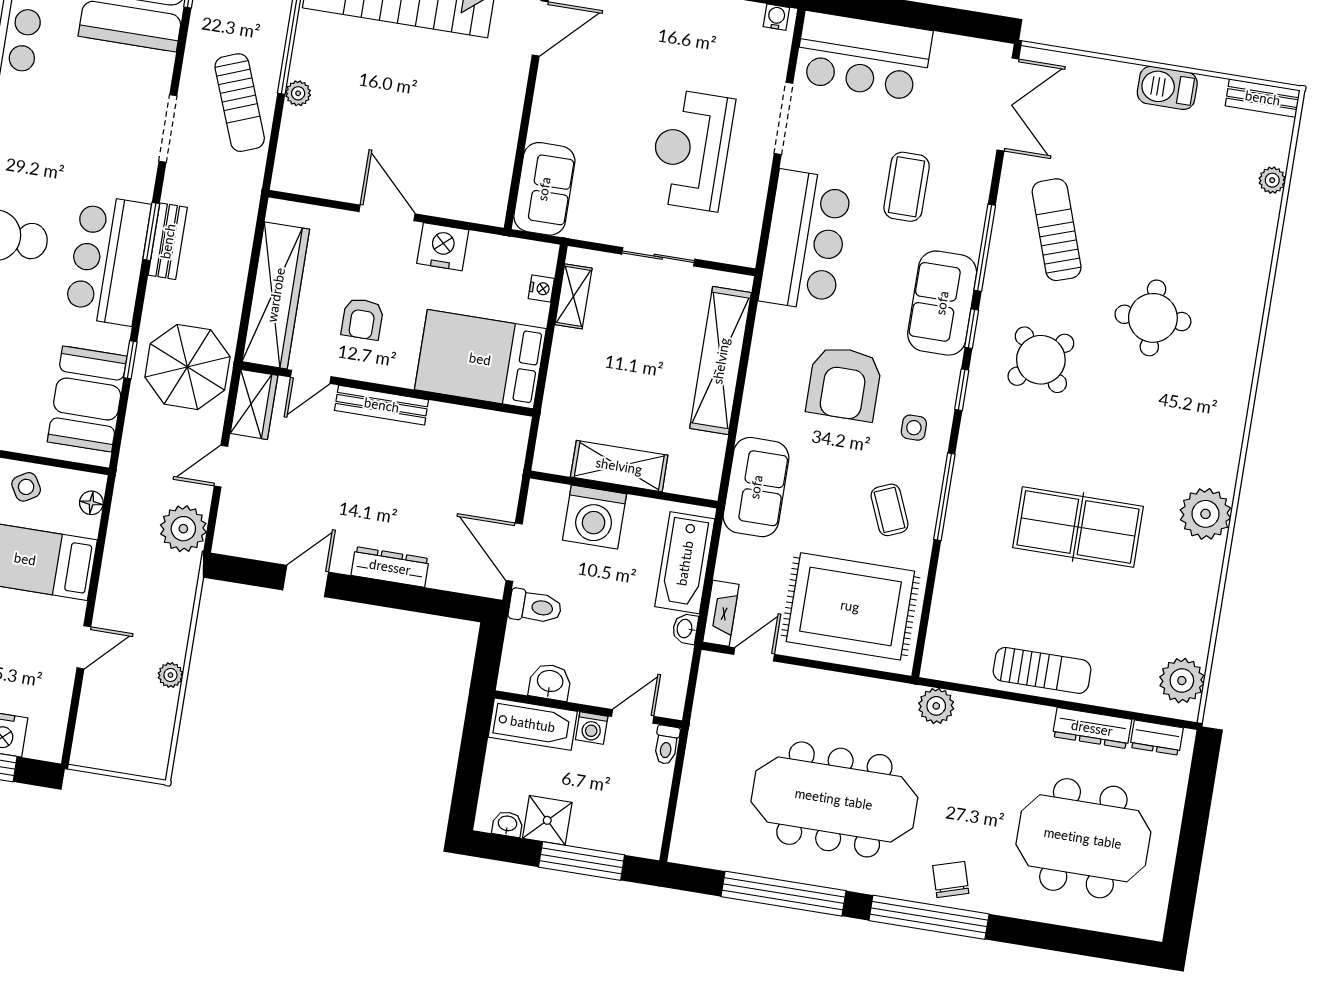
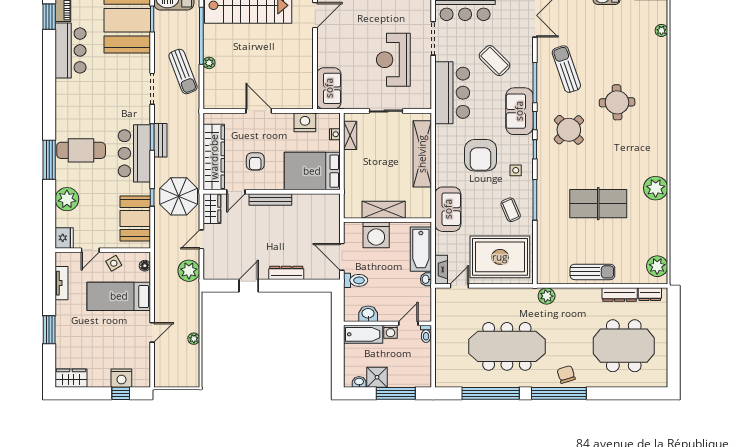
coffee table: (907, 187) -> (495, 61), turned -45
nightstand: (443, 247) -> (305, 122), moved

